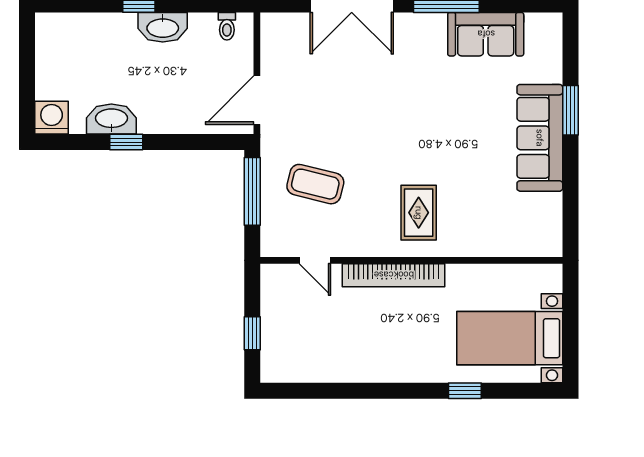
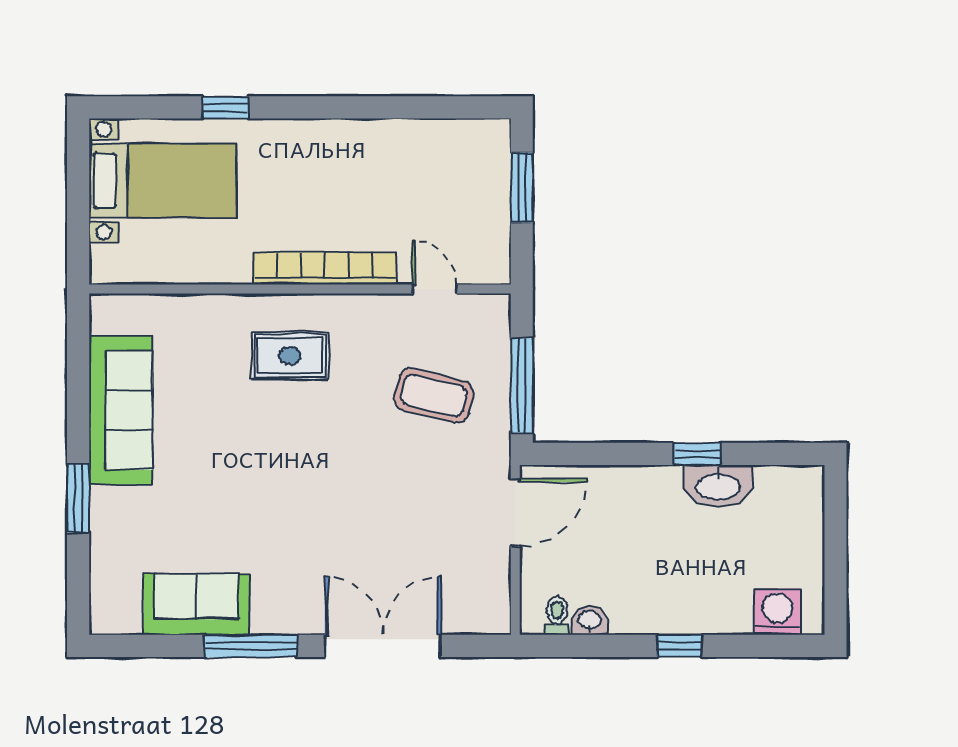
washbasin: (163, 27) -> (590, 620), moved, width x0.52, depth x0.69
washing machine: (52, 118) -> (778, 612), moved, turned 180
sofa: (540, 138) -> (121, 410), moved
rug: (419, 213) -> (290, 356), turned 90
window: (252, 333) -> (522, 187), width x1.50

